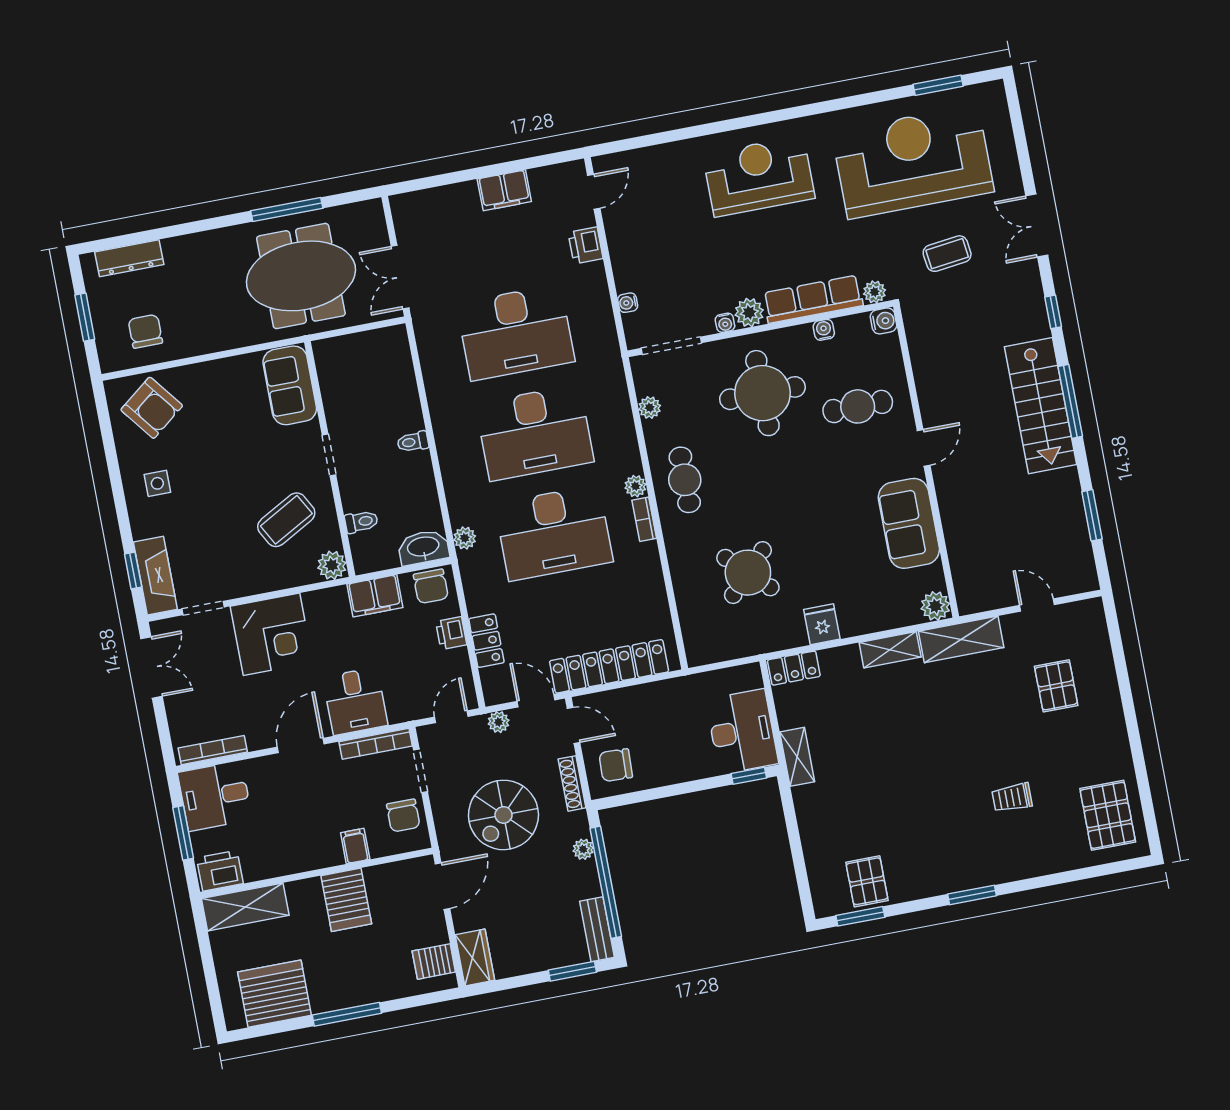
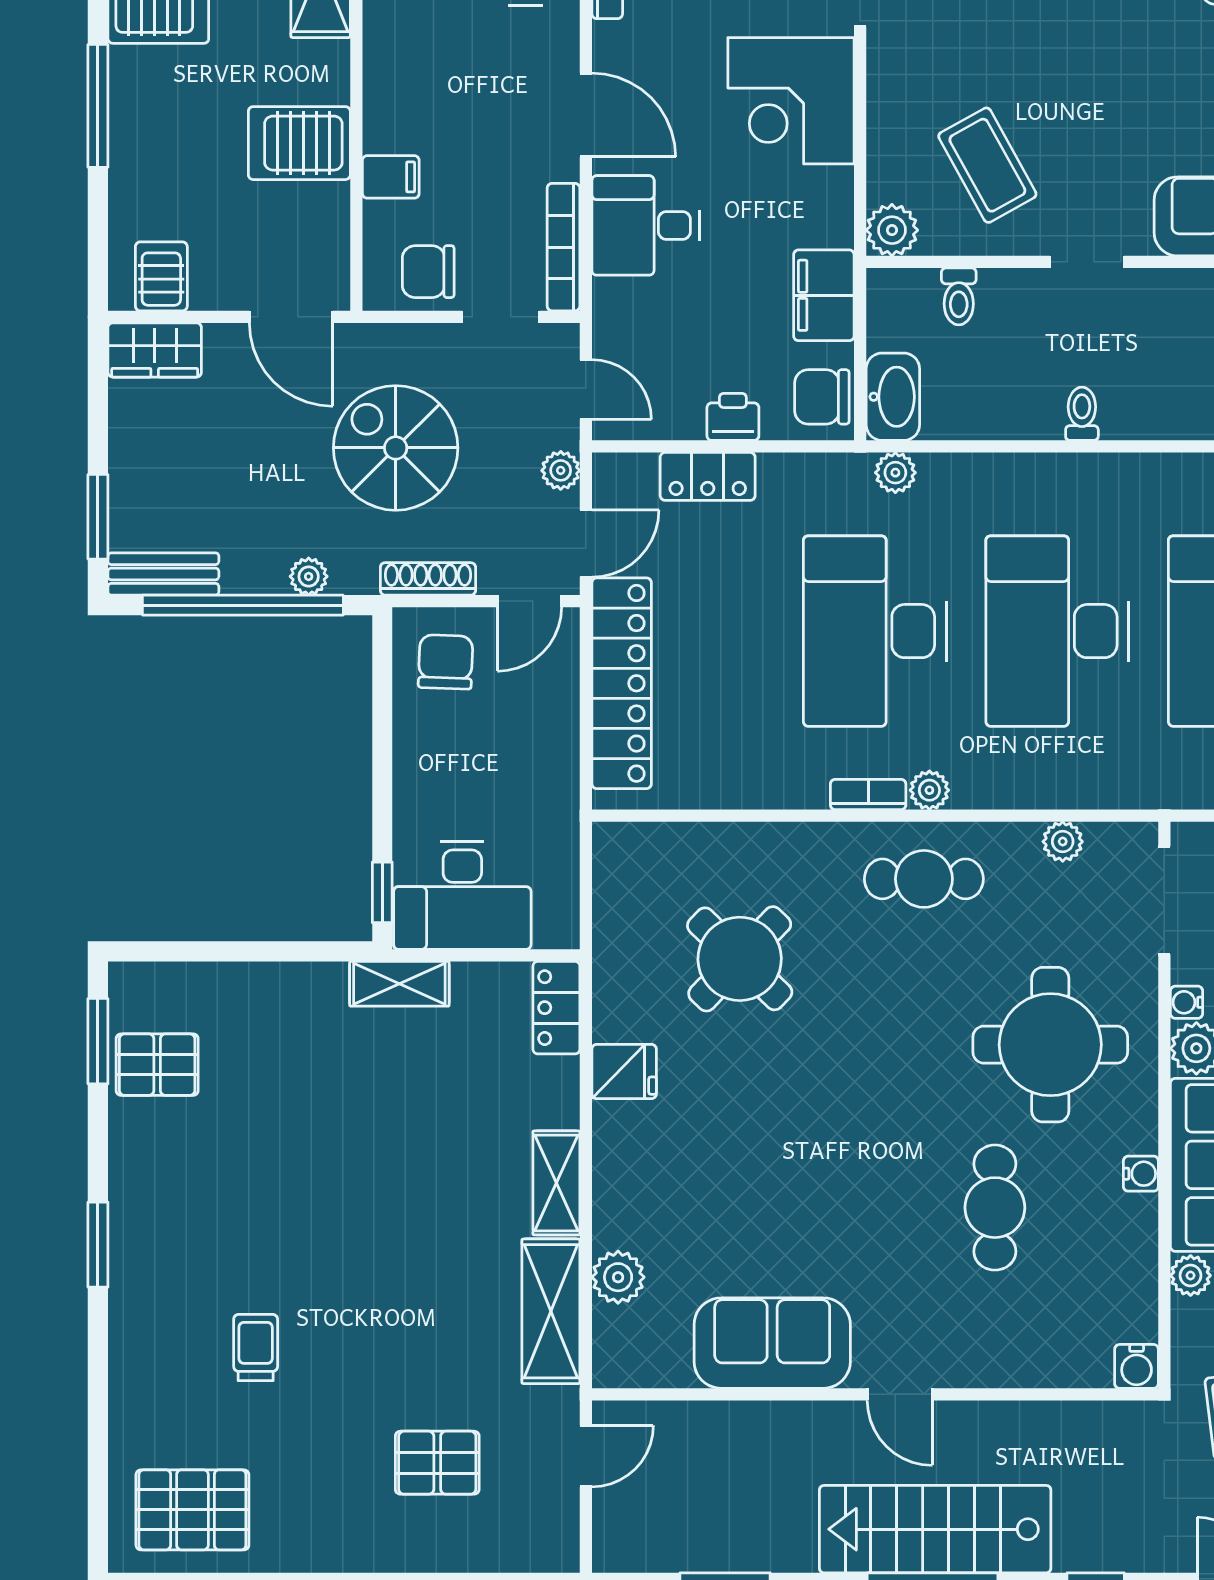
water cooler: (884, 321) -> (1137, 1366), moved
door: (924, 448) -> (900, 1394), moved
wall: (926, 462) -> (875, 1394), moved
sofa: (909, 523) -> (772, 1343), moved

